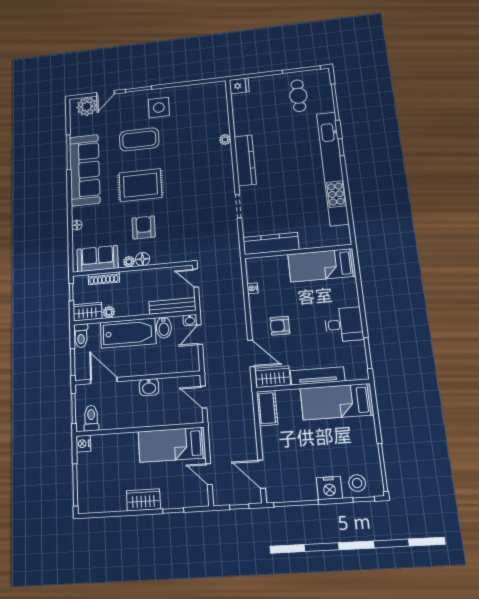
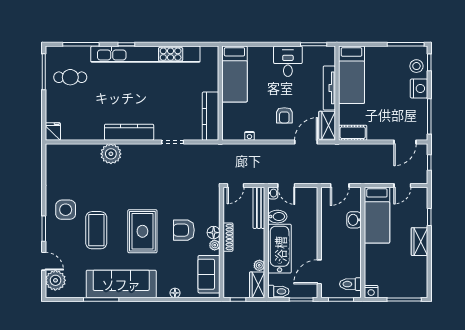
plant: (225, 140) -> (111, 154), width x1.87, depth x1.87
shoe rack: (104, 278) -> (228, 237), moved
washbasin: (149, 387) -> (354, 220), moved, turned 180

